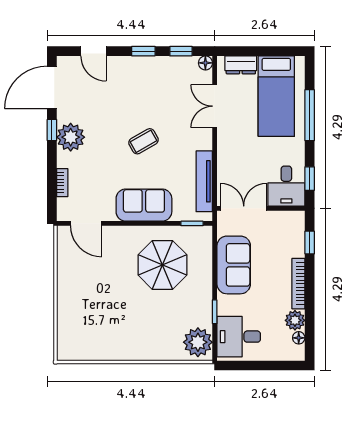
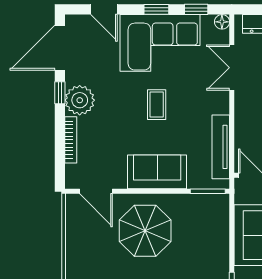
corner sofa: (147, 83) -> (160, 43), added
coffee table: (144, 141) -> (157, 105), turned -60
bookcase: (62, 183) -> (71, 140), width x1.56
window: (192, 223) -> (208, 191), width x1.50
parasol: (162, 265) -> (145, 231), moved

